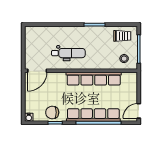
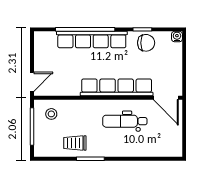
trolley: (122, 36) -> (75, 143), moved
door: (37, 71) -> (166, 98), swing flipped
row of seats: (94, 79) -> (117, 87), moved
door: (139, 111) -> (32, 82), moved

